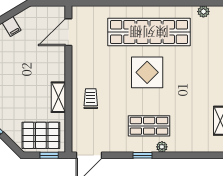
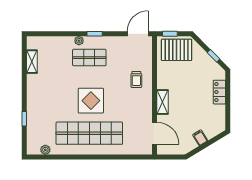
door: (68, 32) -> (154, 133), hinge flipped
shelving: (58, 97) -> (162, 102), moved

